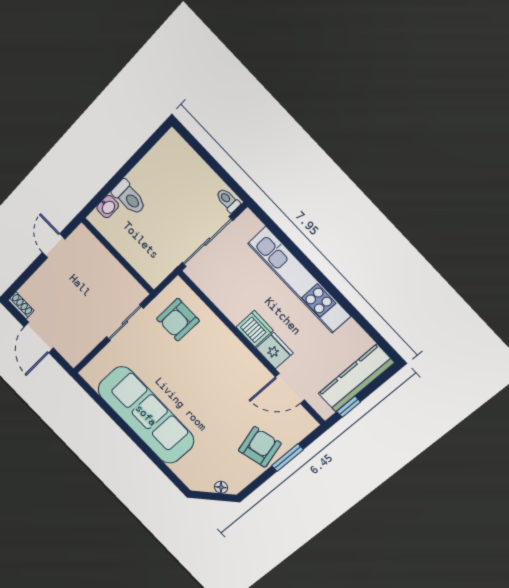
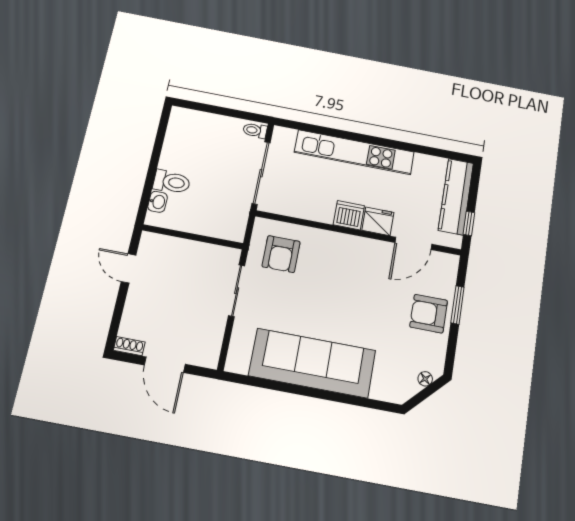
armchair: (260, 447) -> (429, 314), turned -75

